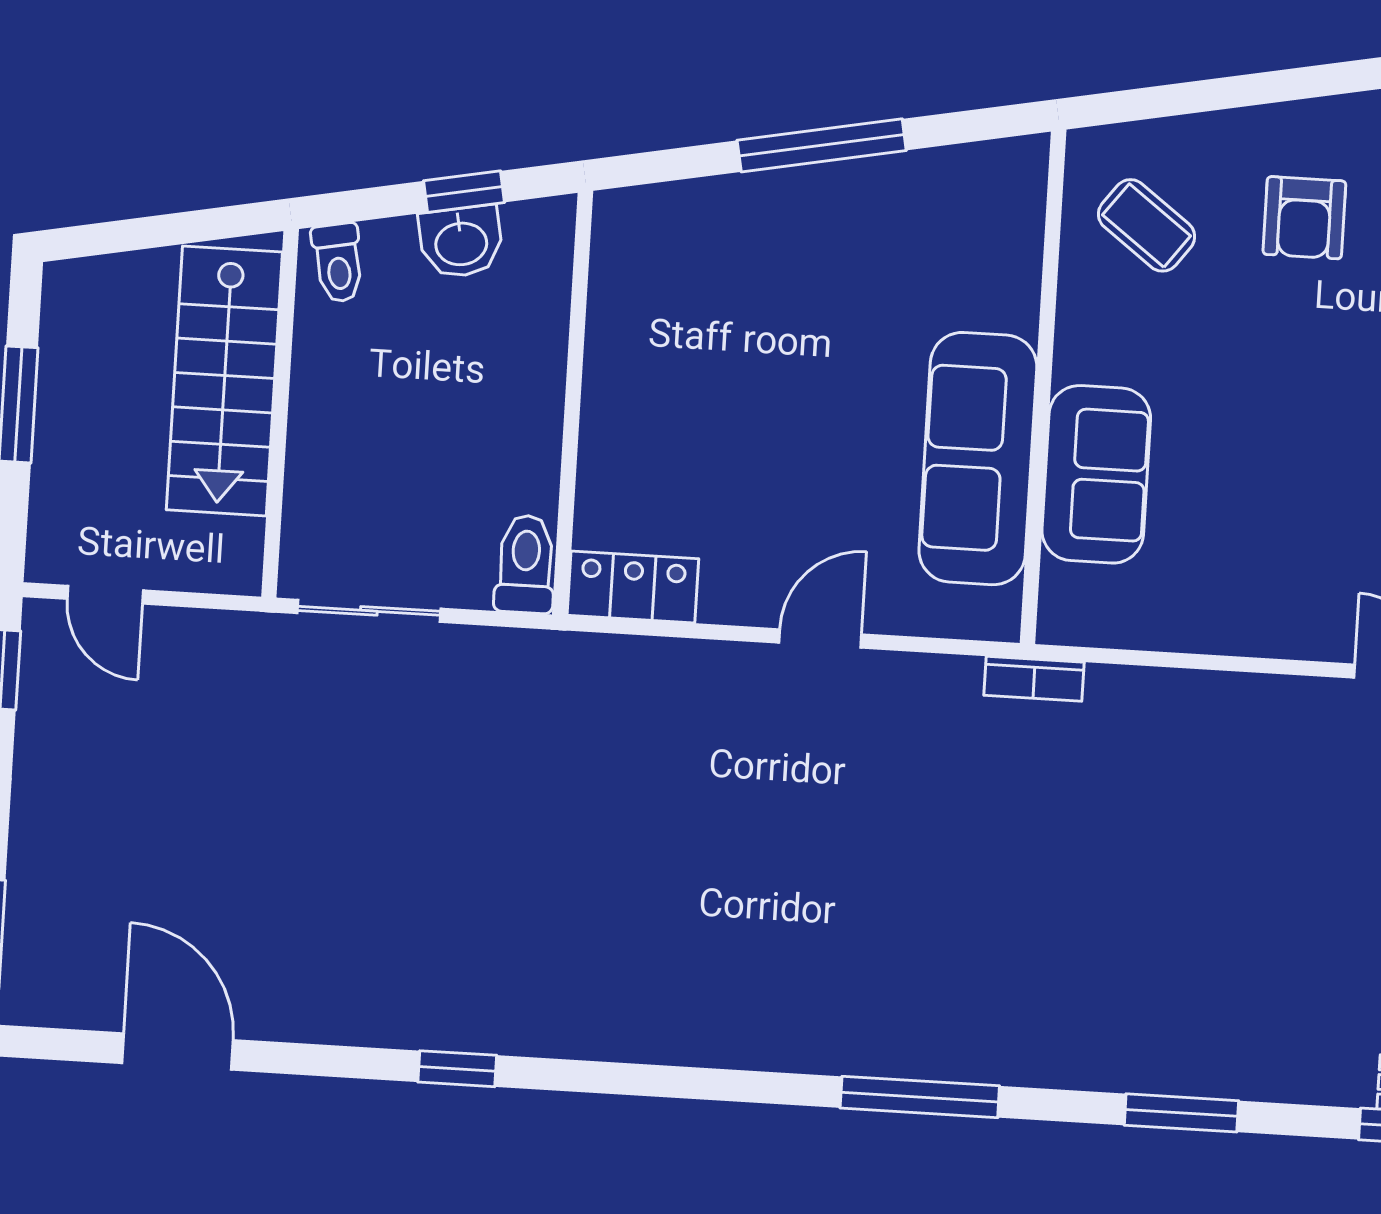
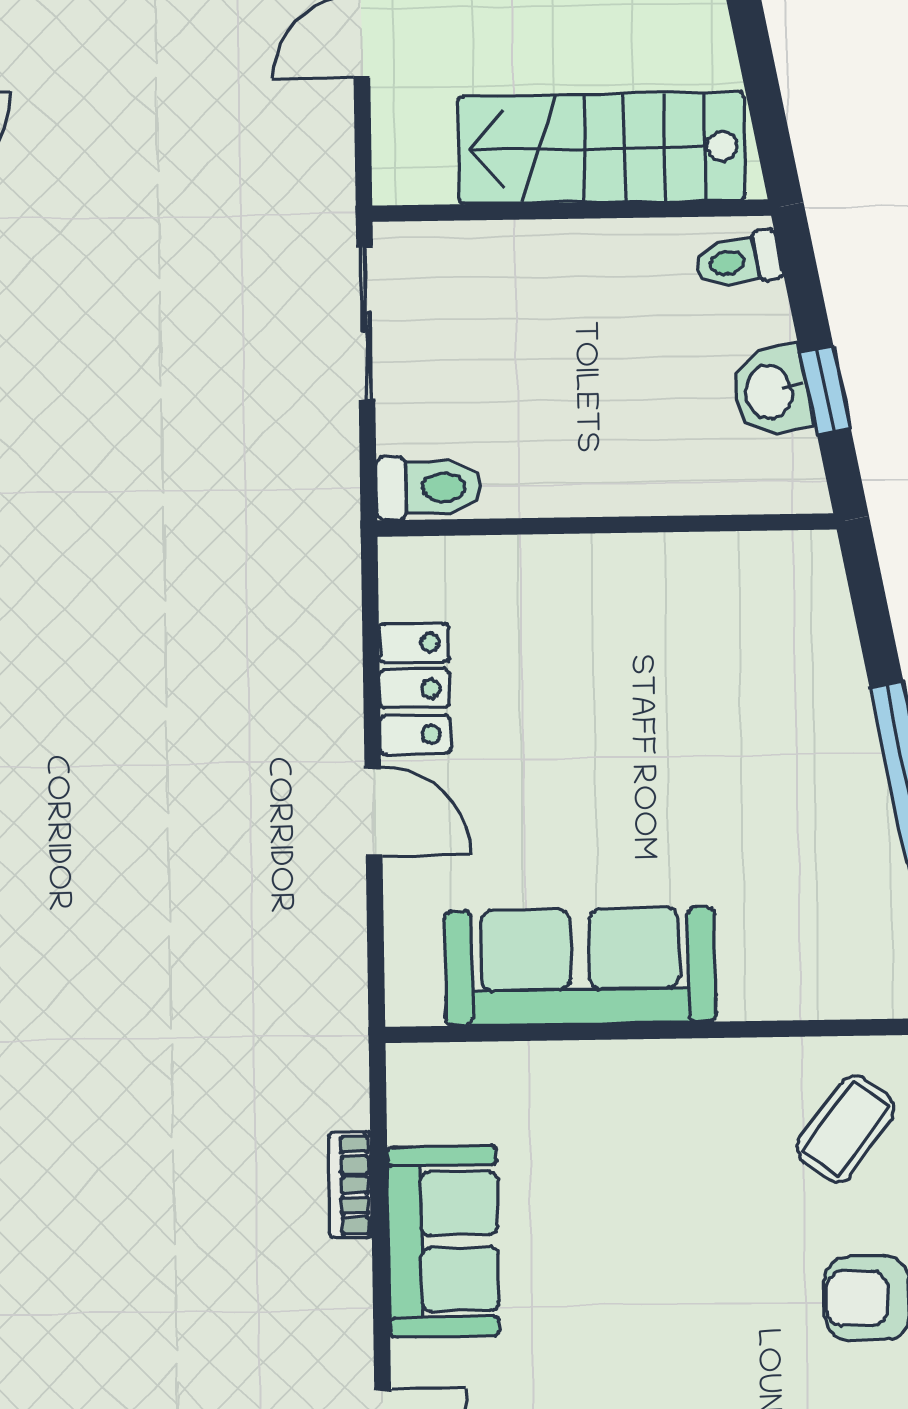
sofa: (1096, 474) -> (443, 1241), moved, turned -90
locker: (633, 587) -> (415, 689), moved
bookcase: (1034, 679) -> (350, 1185), moved

